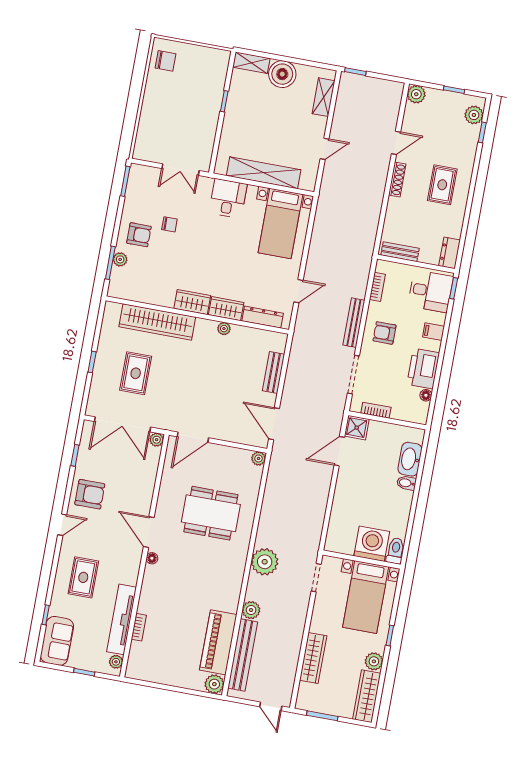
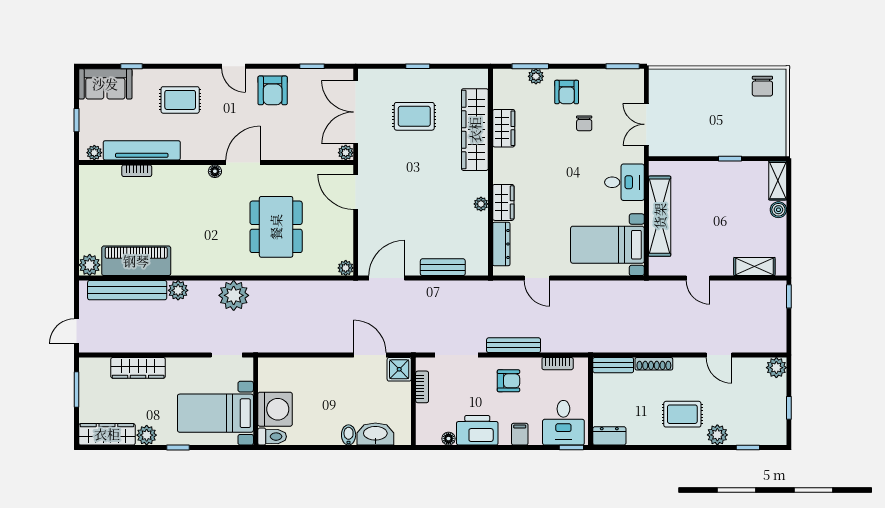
boiler: (282, 74) -> (778, 210), width x0.54, depth x0.54
plant: (474, 115) -> (717, 435), moved
shoe rack: (397, 180) -> (654, 364), moved
bench: (400, 252) -> (613, 365), moved, turned 90
wardrobe: (192, 302) -> (504, 128), moved
armchair: (385, 333) -> (508, 381), turned 90

